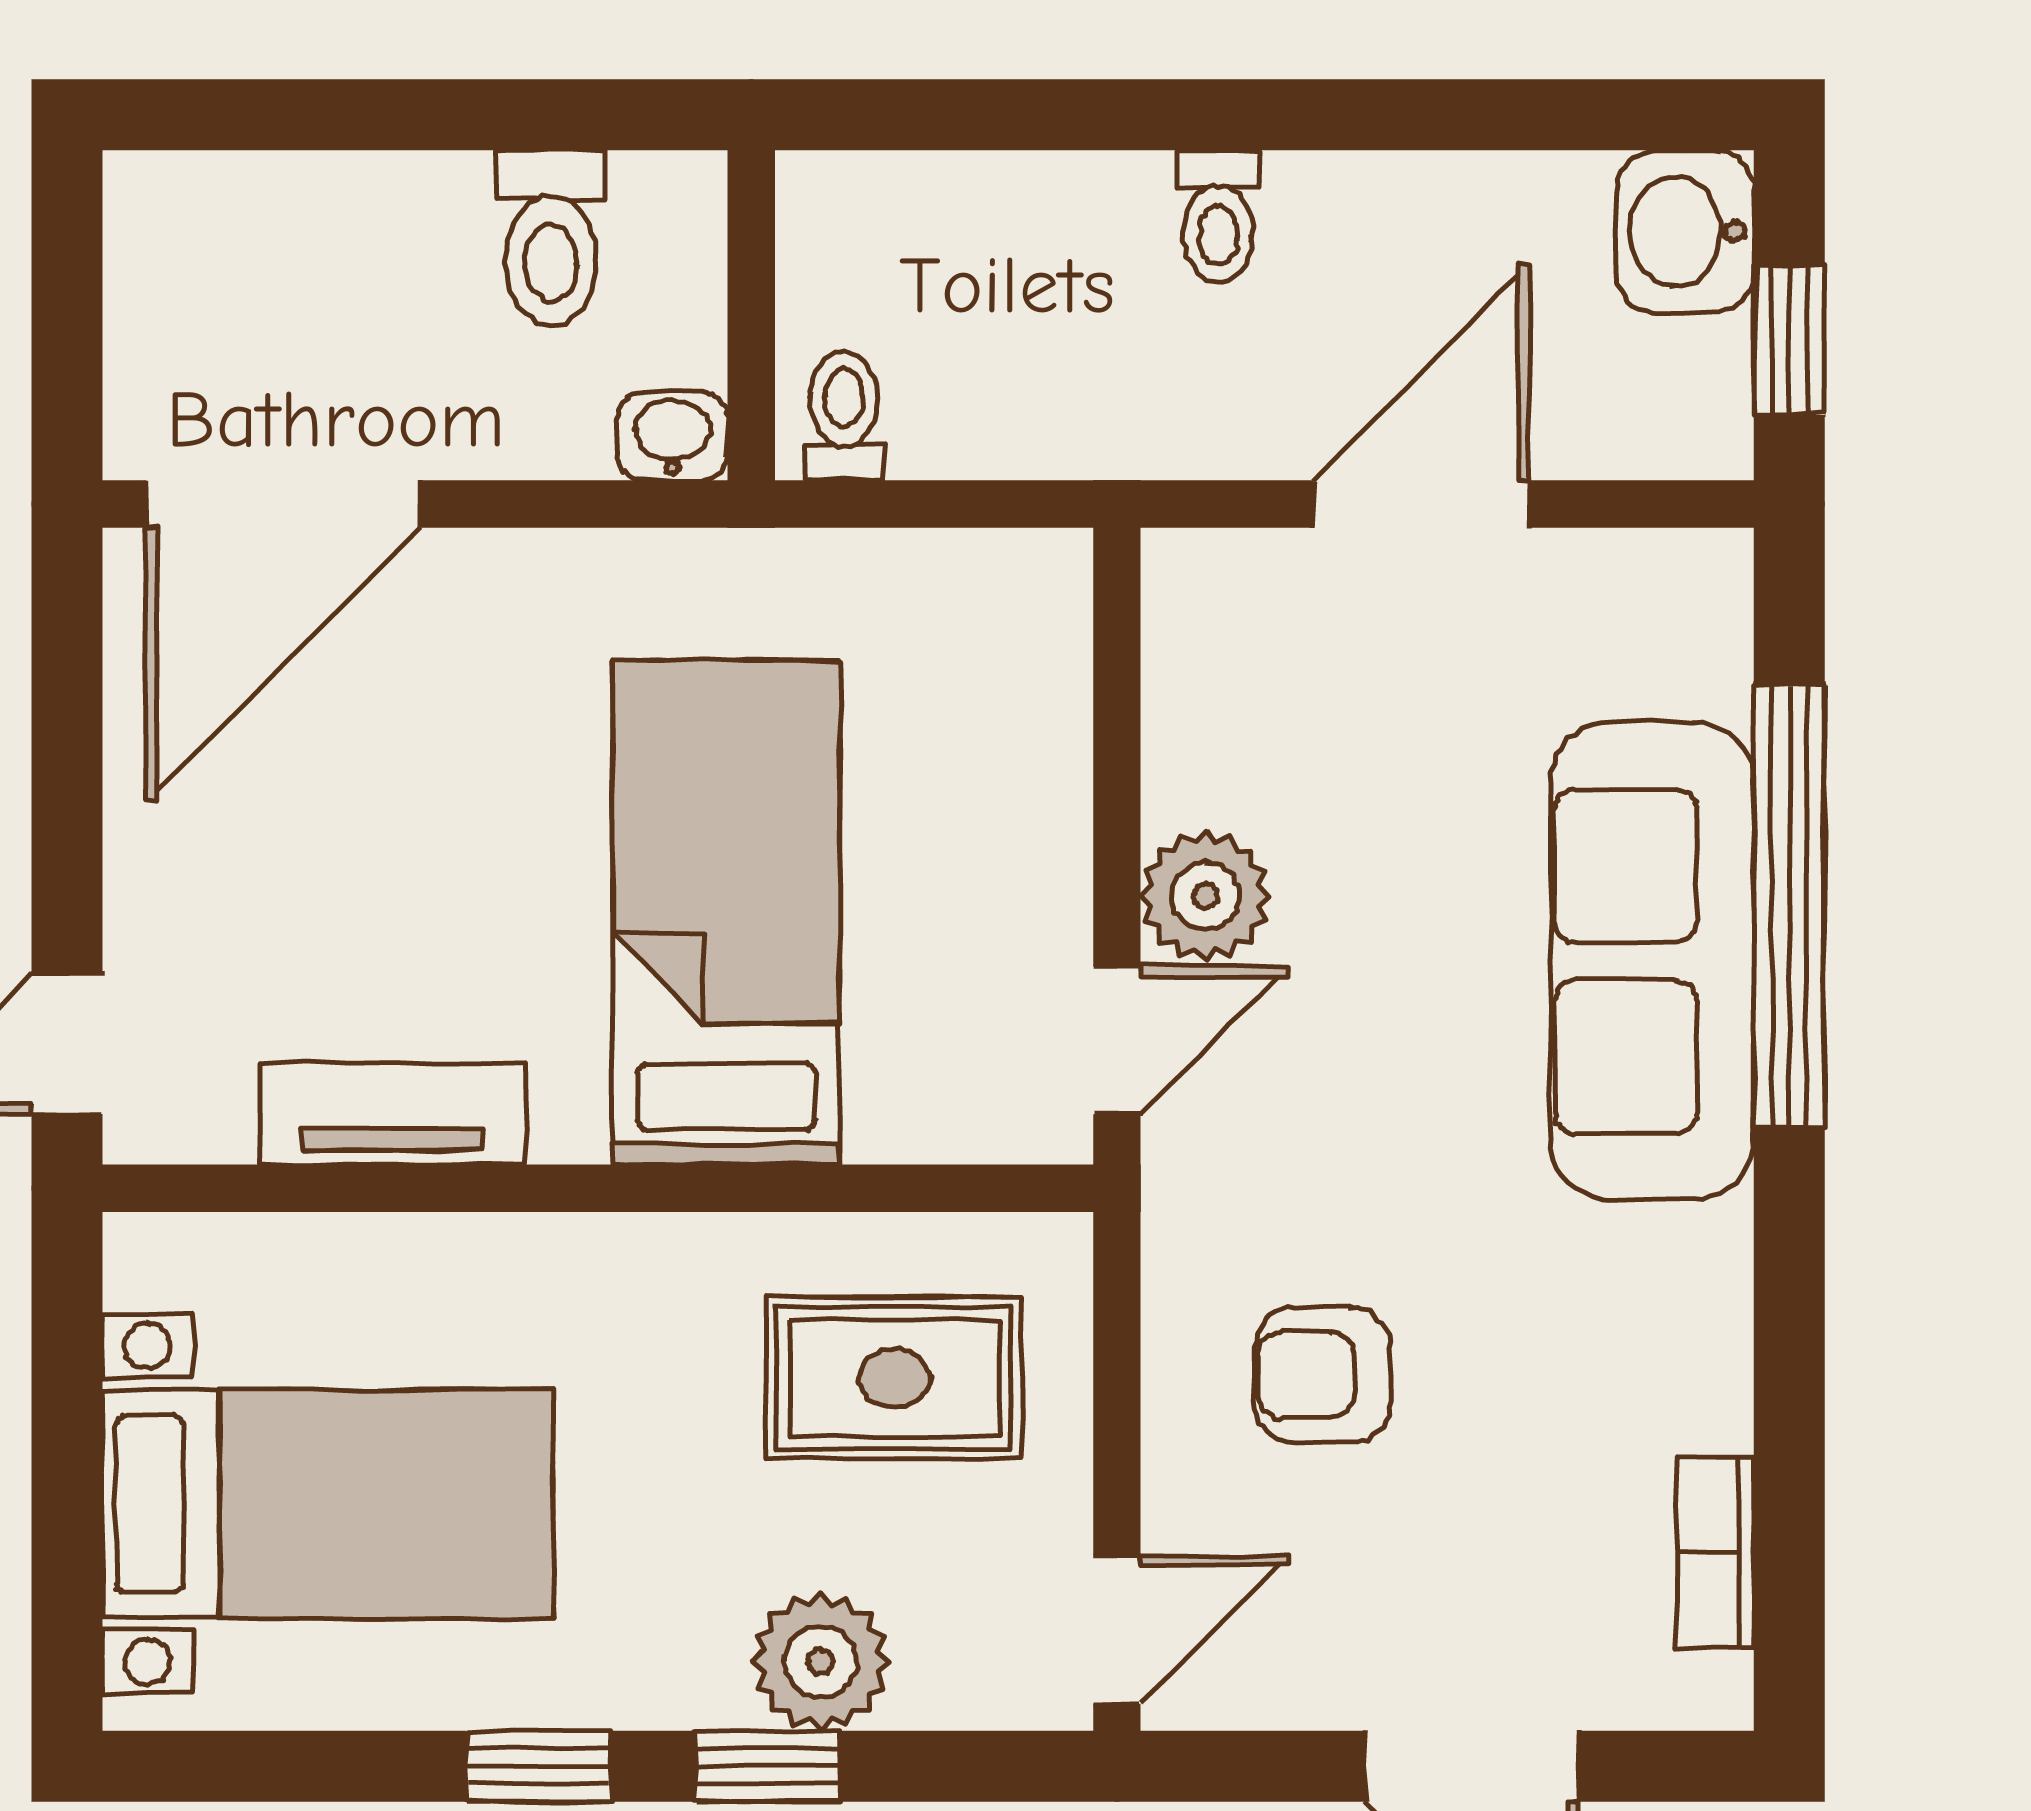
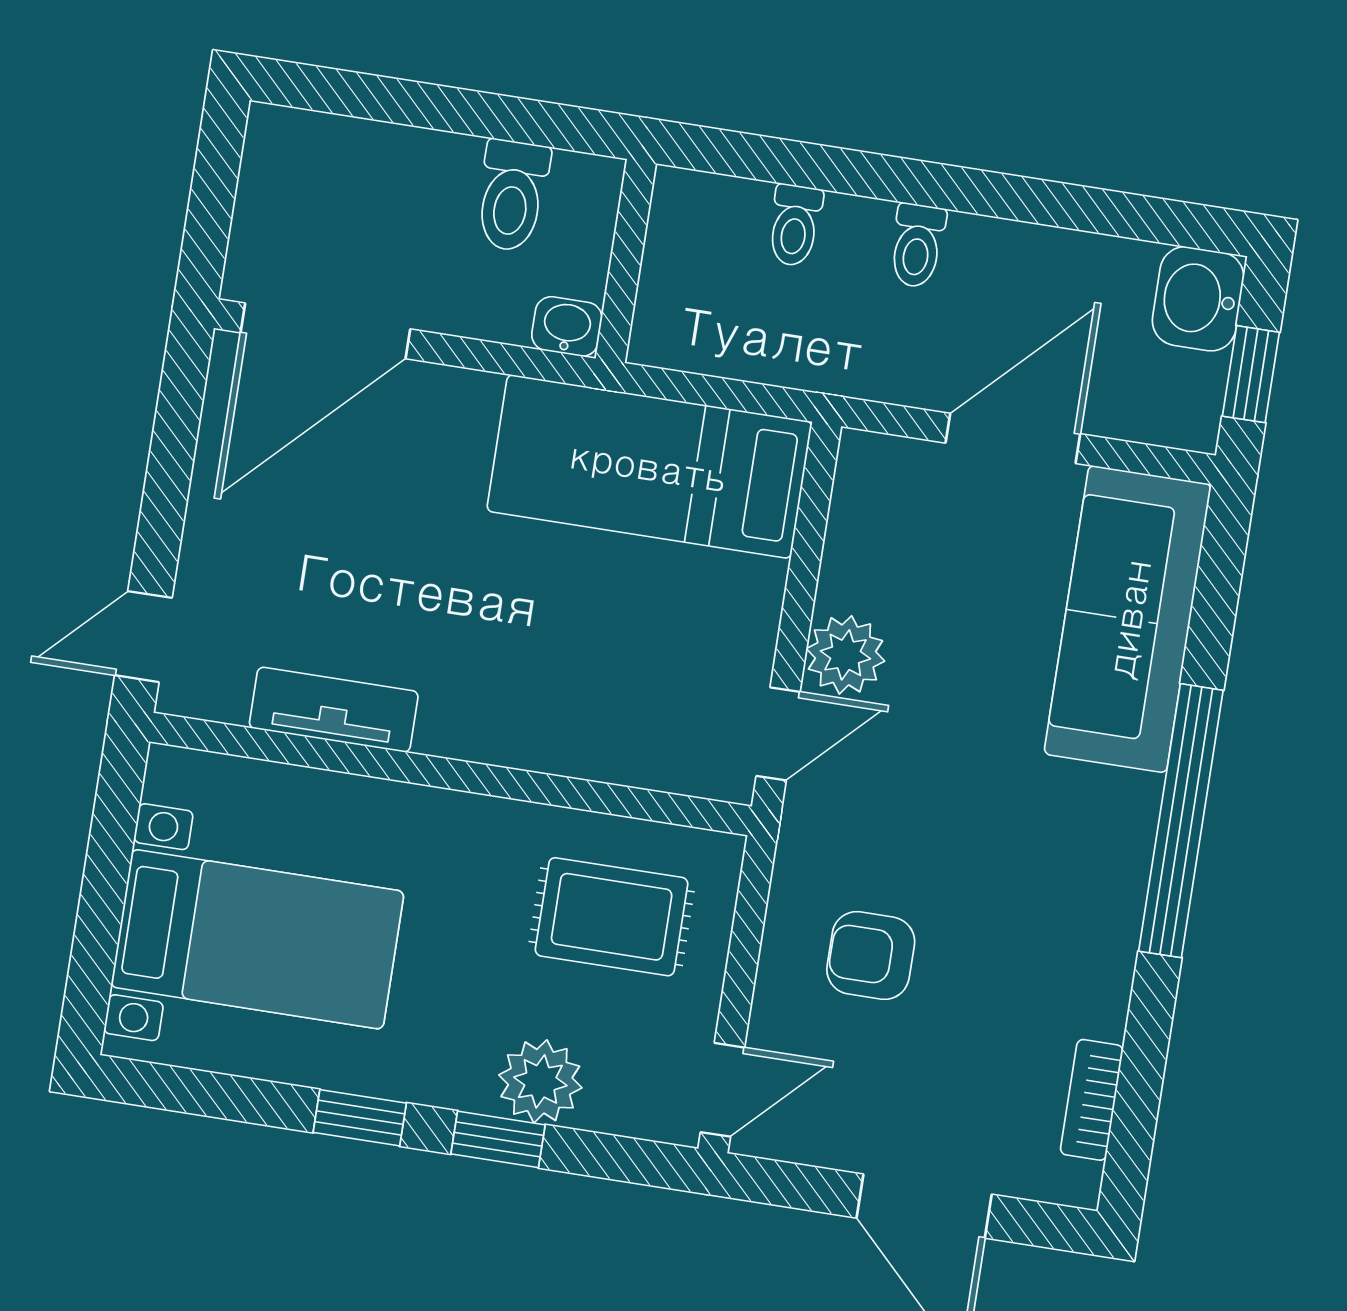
toilet: (844, 416) -> (795, 225), moved, turned 180
window: (1789, 906) -> (1181, 821), moved
bed: (726, 912) -> (649, 466), moved, turned -90
sofa: (1652, 961) -> (1128, 619), moved

